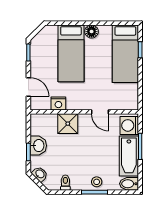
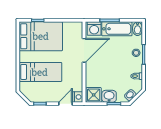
floor lamp: (92, 31) -> (24, 57), removed
bed: (125, 54) -> (41, 36), width x1.50
nightstand: (58, 104) -> (78, 97), moved
door: (100, 112) -> (84, 50), width x1.88
shower: (68, 124) -> (94, 95), moved

